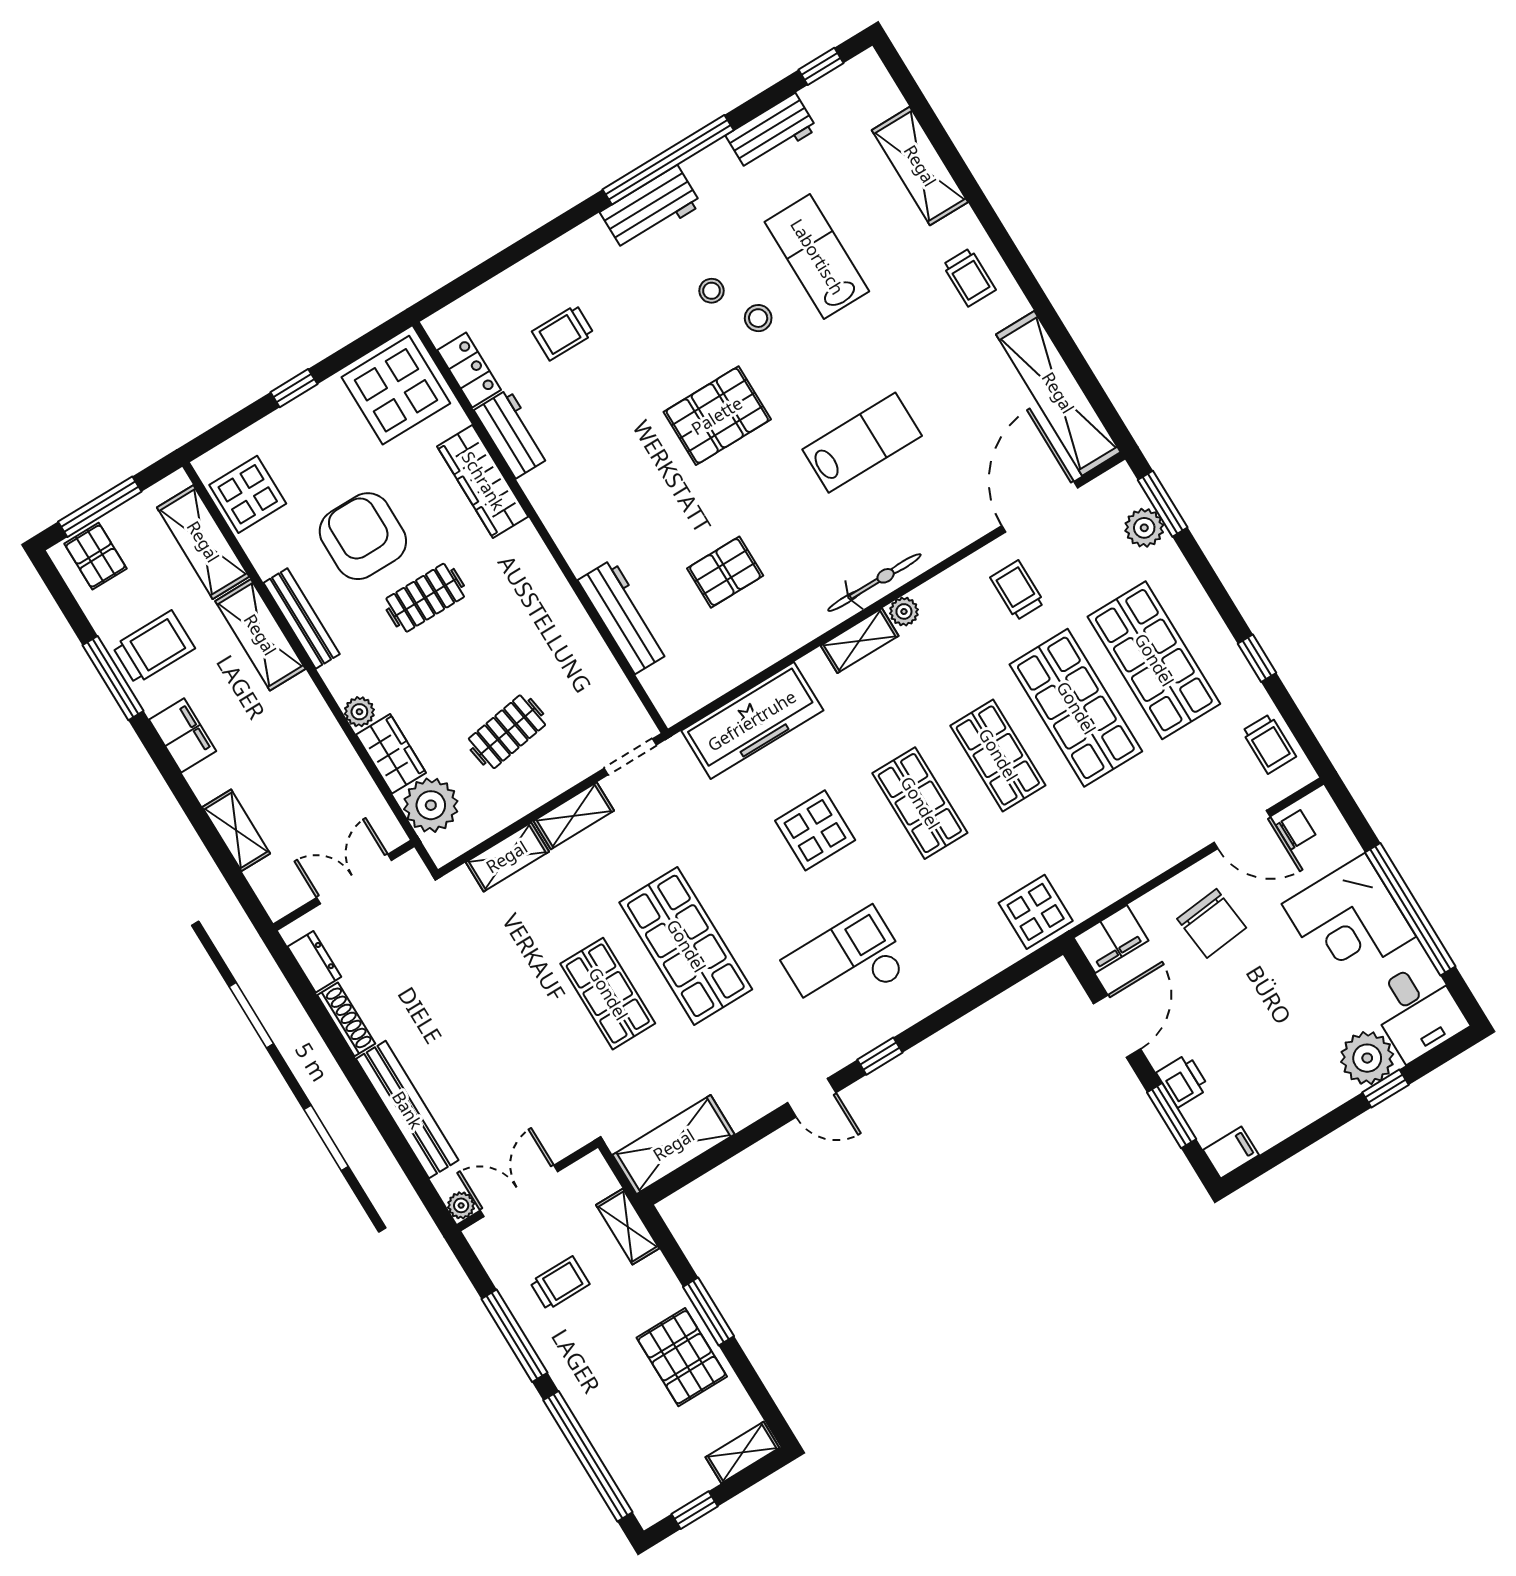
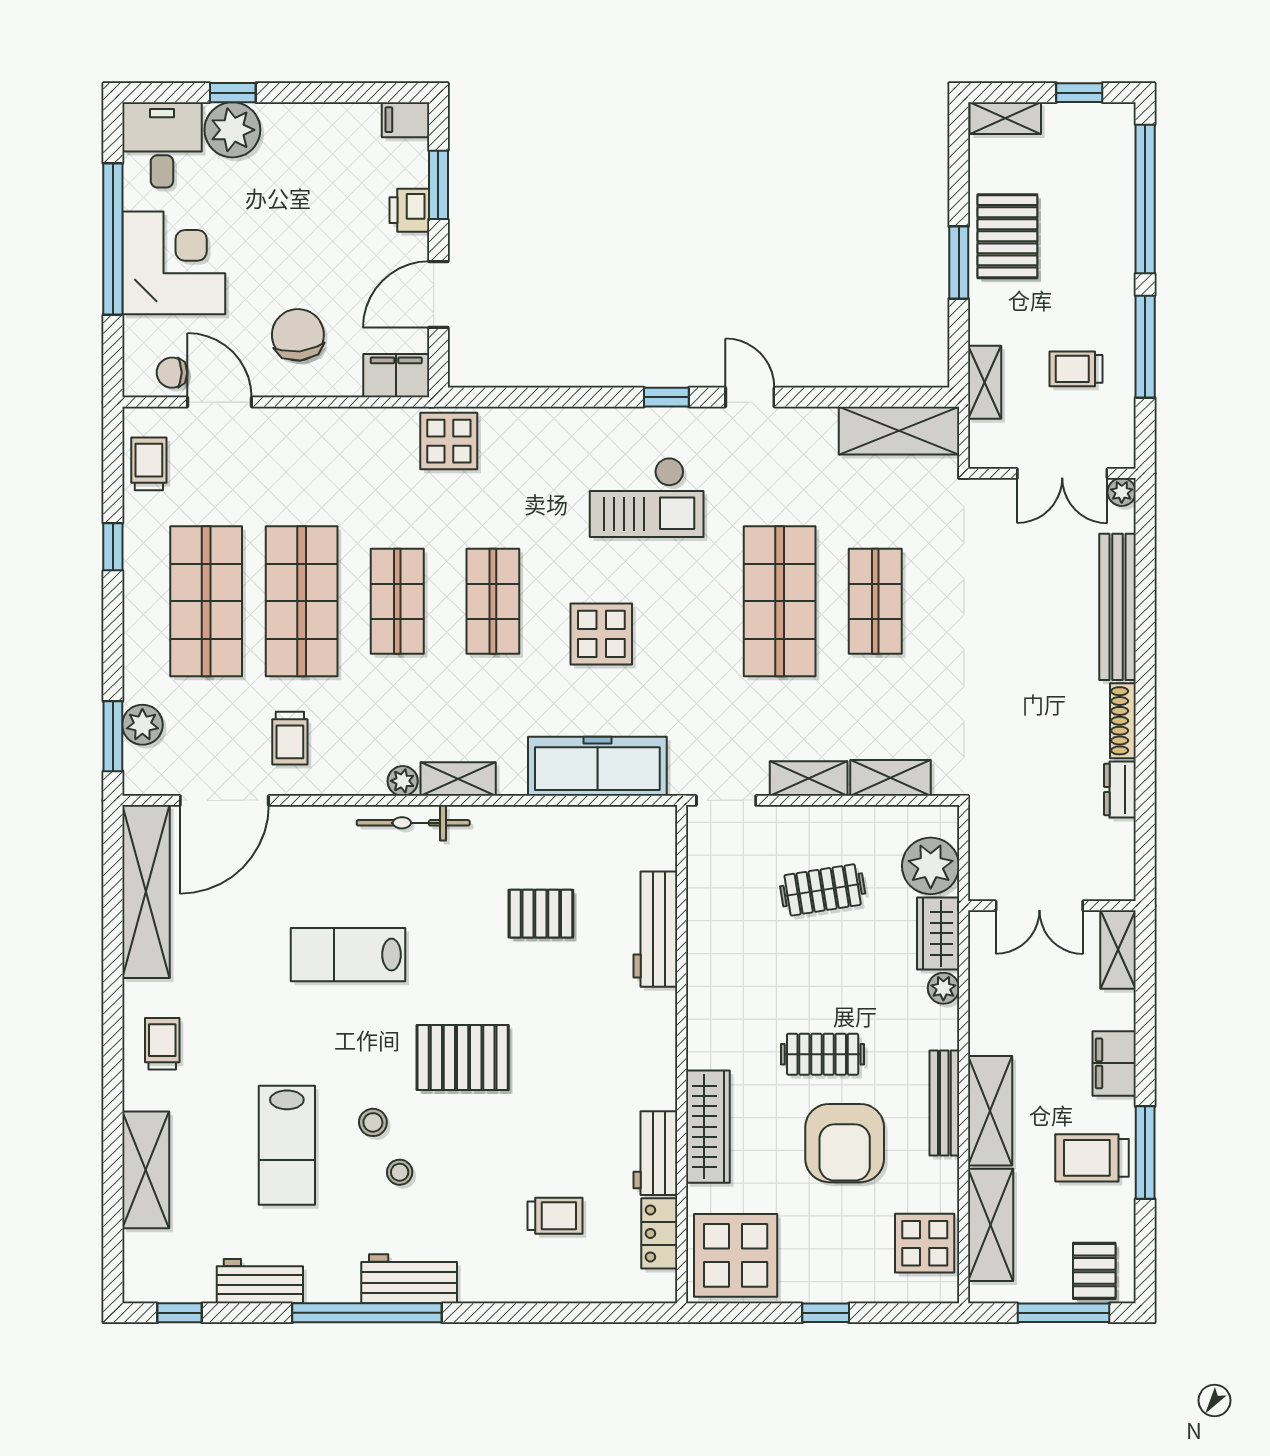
double door: (354, 879) -> (1039, 906), moved
wall: (344, 885) -> (1052, 906), moved

